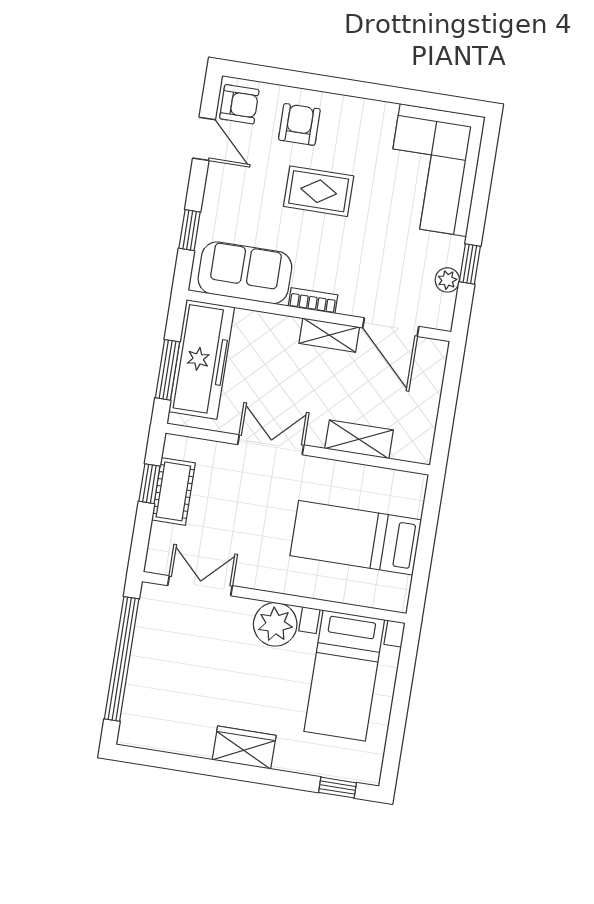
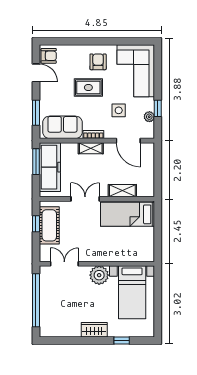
armchair: (299, 124) -> (98, 62), moved
window: (190, 230) -> (36, 113), width x1.50
side table: (380, 254) -> (119, 110), added
shelving: (329, 335) -> (91, 148), moved
window: (167, 370) -> (36, 162), moved
cot: (173, 491) -> (49, 225), width x1.37, depth x1.34
bed: (356, 538) -> (128, 214), moved
window: (338, 788) -> (122, 341), moved

